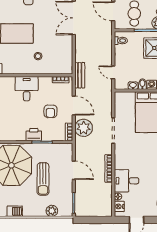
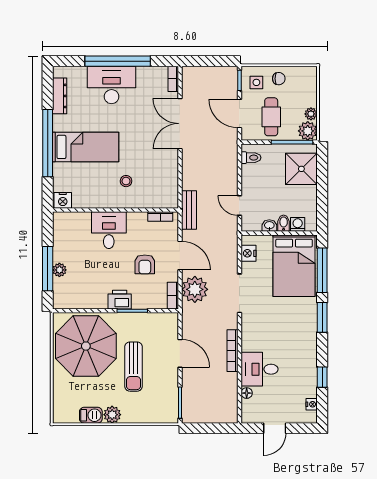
nightstand: (119, 206) -> (249, 253), moved
plant: (52, 211) -> (112, 415), moved

